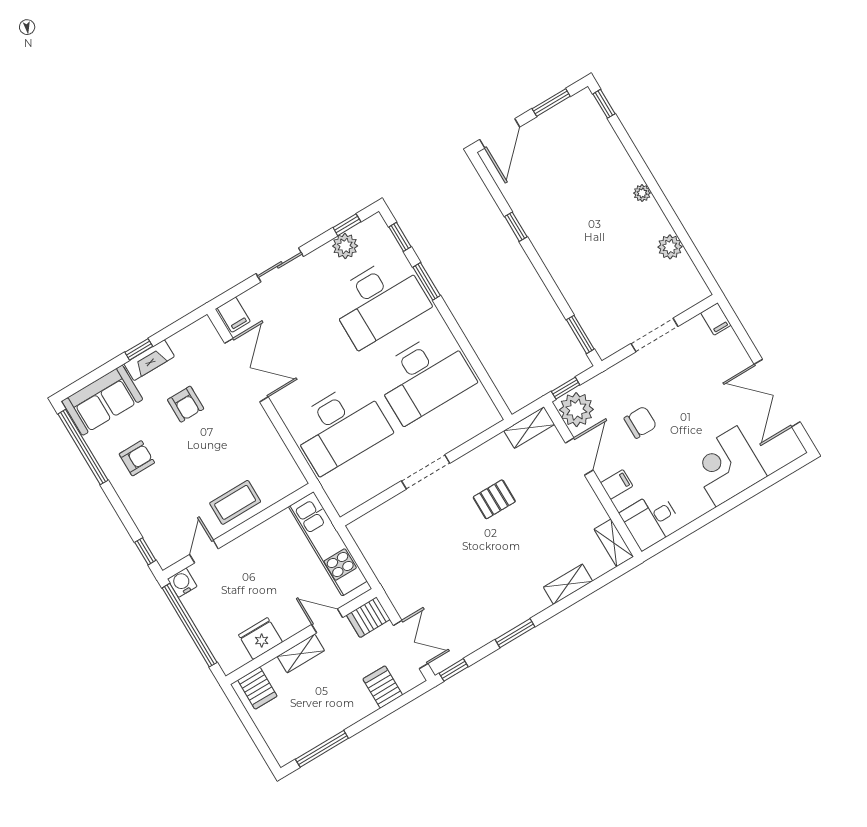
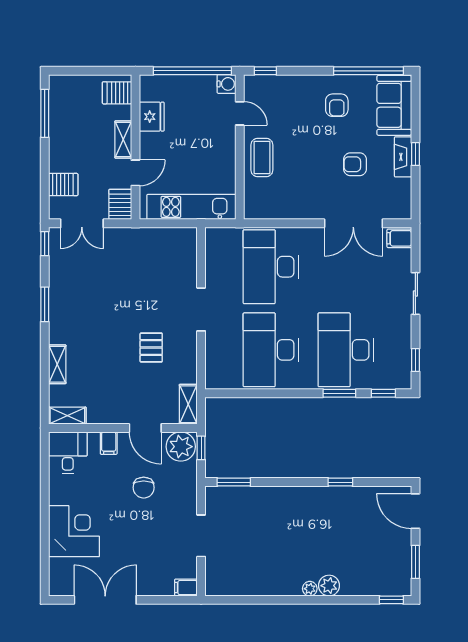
plant: (345, 246) -> (401, 349), removed
plant: (670, 247) -> (329, 586), moved

